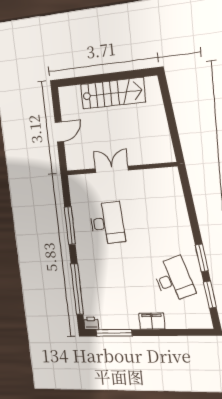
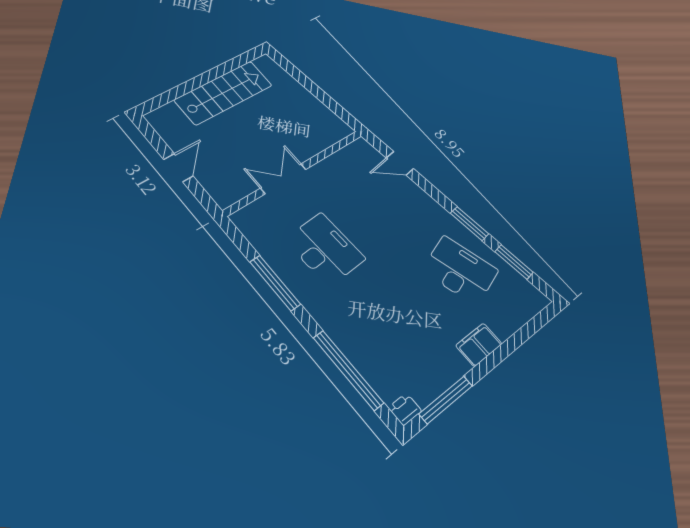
door: (188, 197) -> (400, 163), added

